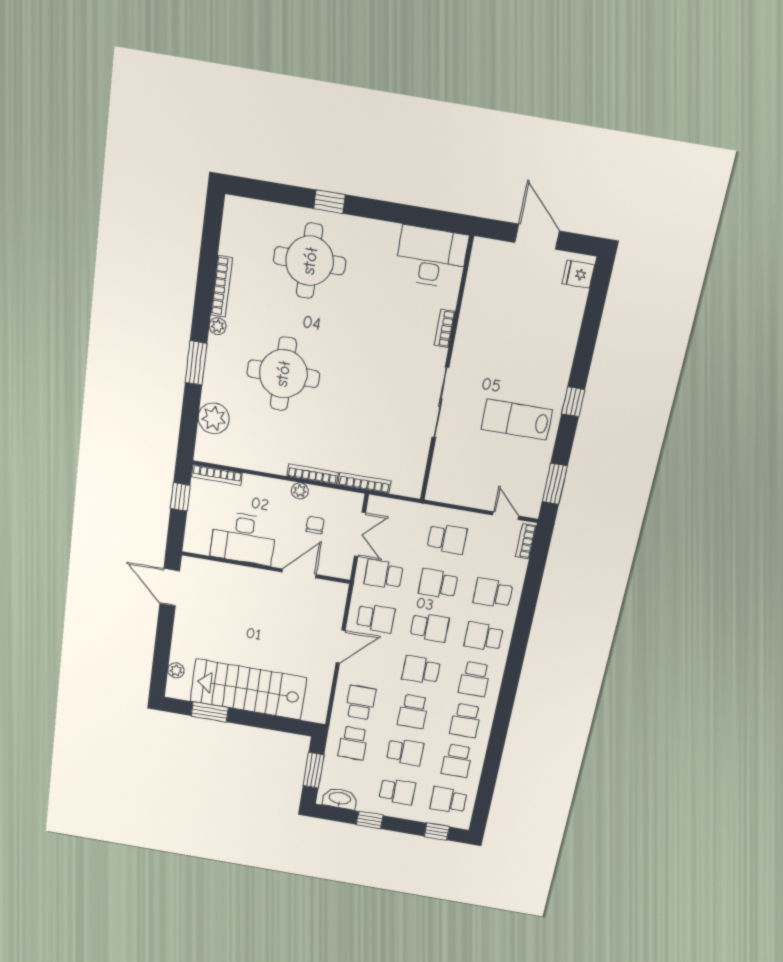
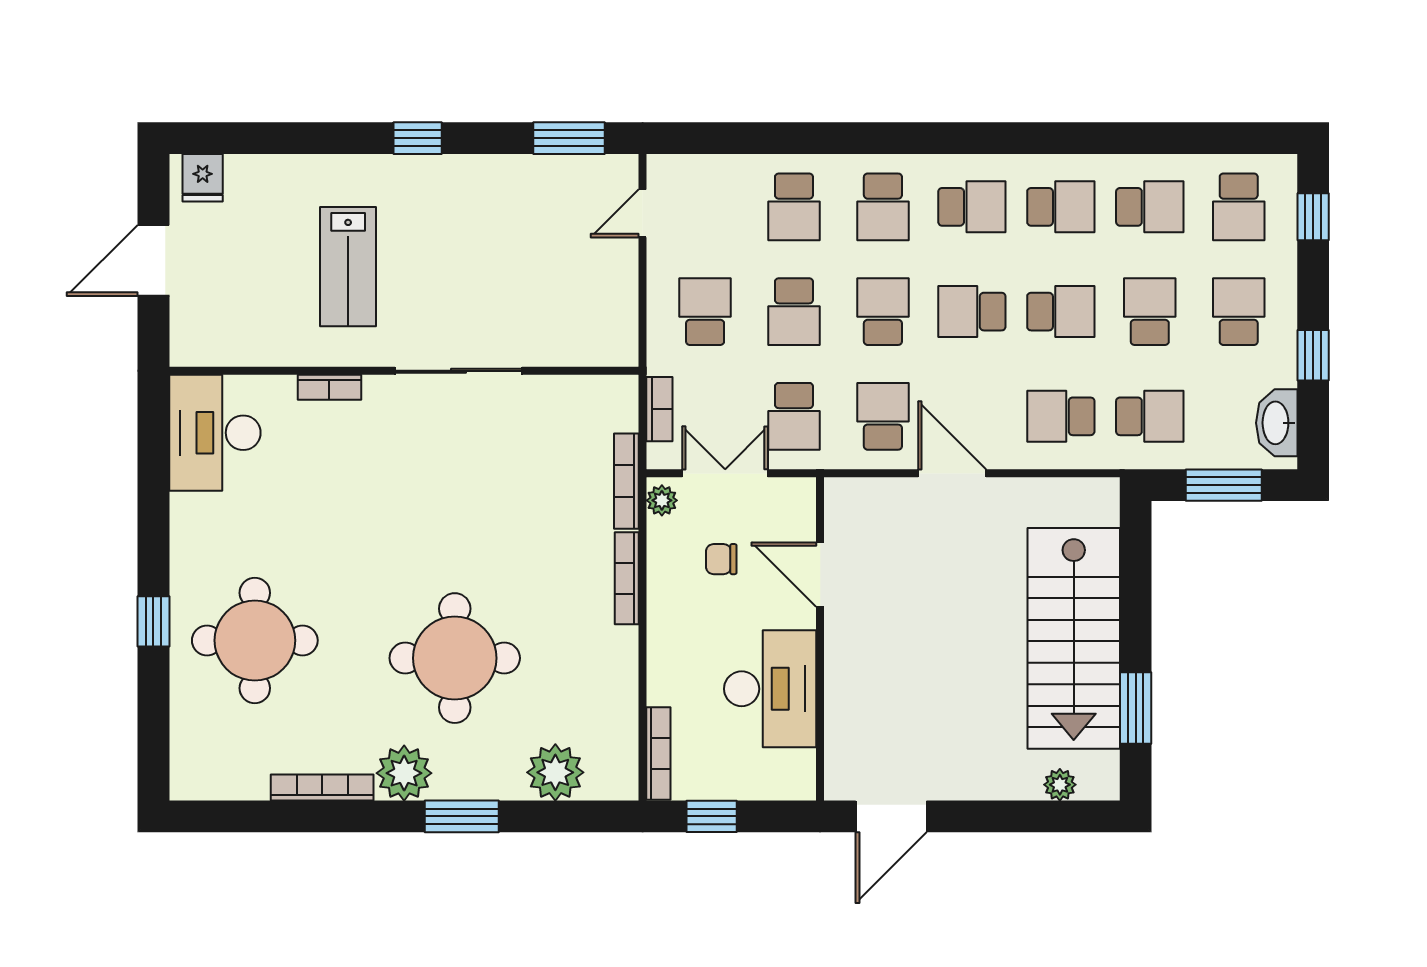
plant: (218, 326) -> (404, 773), width x1.87, depth x1.87
lab bench: (517, 419) -> (348, 267), moved
plant: (300, 491) -> (662, 500), moved
bookcase: (526, 541) -> (659, 409), moved, turned -90
school desk: (421, 670) -> (972, 312), turned 90

